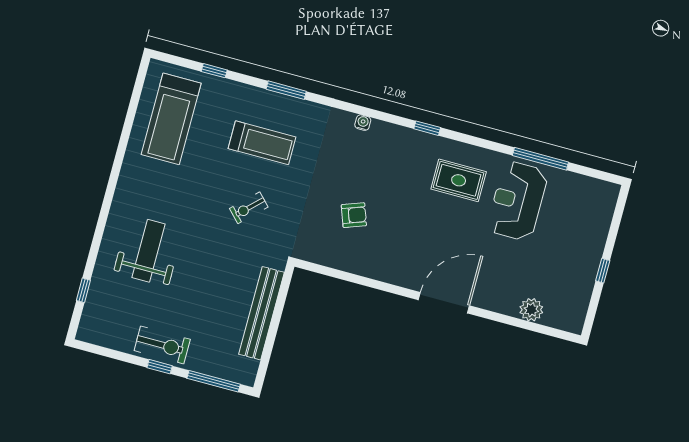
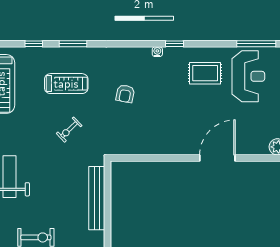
window: (214, 71) -> (34, 44), moved
water cooler: (363, 123) -> (157, 52), moved
reception desk: (518, 201) -> (248, 76), turned 180
armchair: (354, 215) -> (125, 94), moved, turned 121

